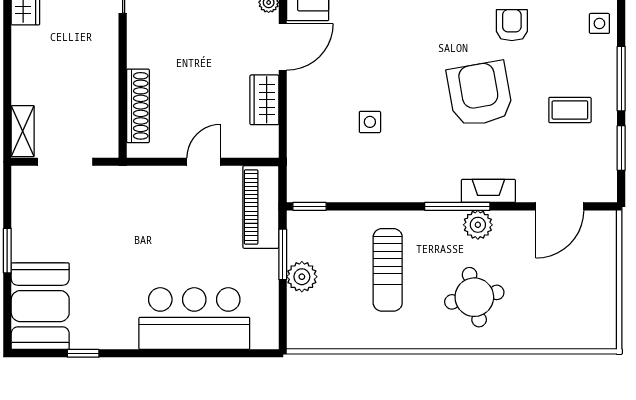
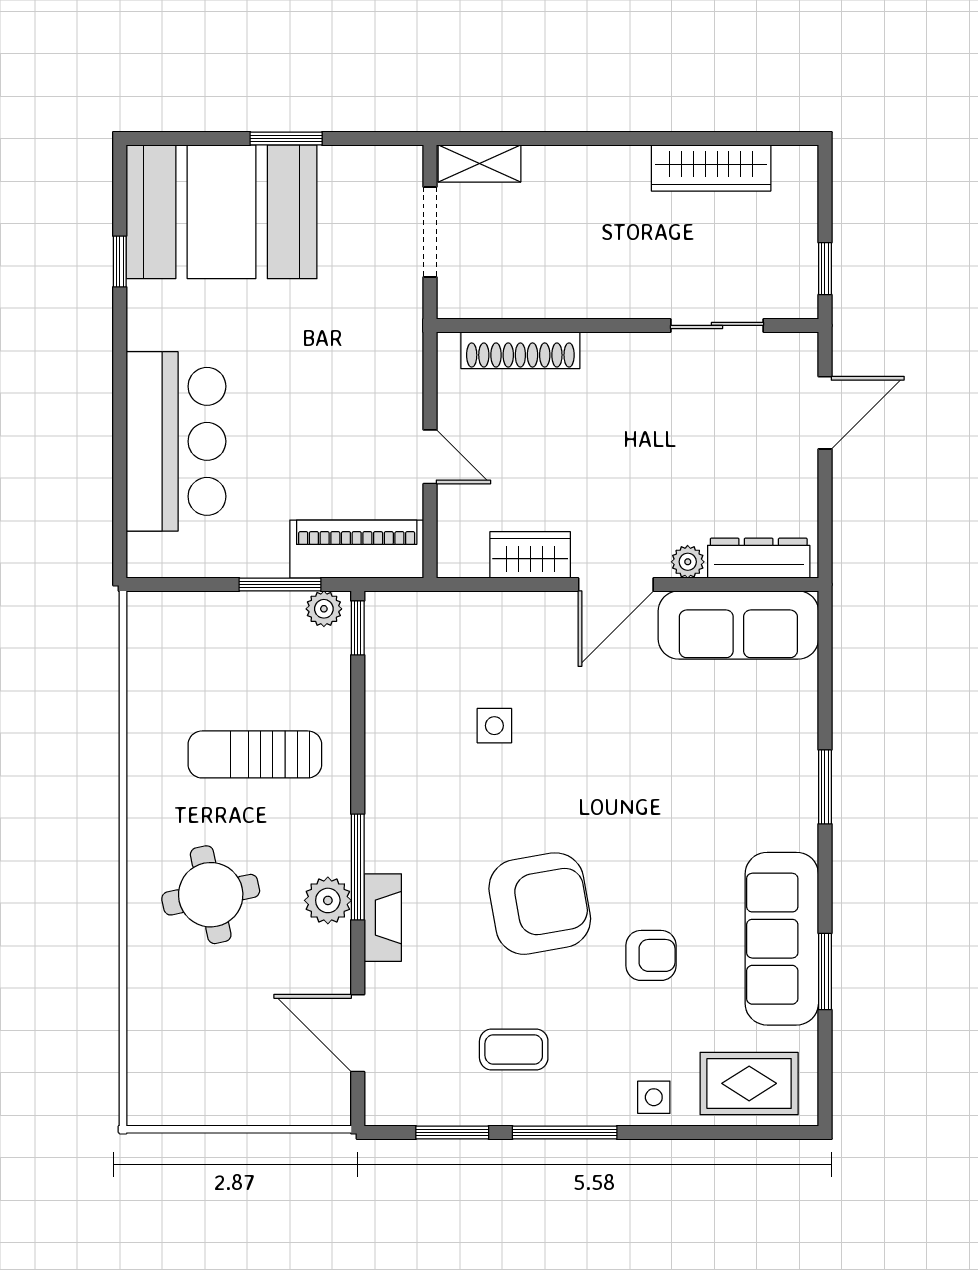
door: (283, 47) -> (616, 585), hinge flipped
coffee table: (570, 110) -> (514, 1049), turned 90
plant: (302, 277) -> (324, 609), moved, width x0.73, depth x0.73
booth: (40, 306) -> (222, 212), width x1.36, depth x1.42

